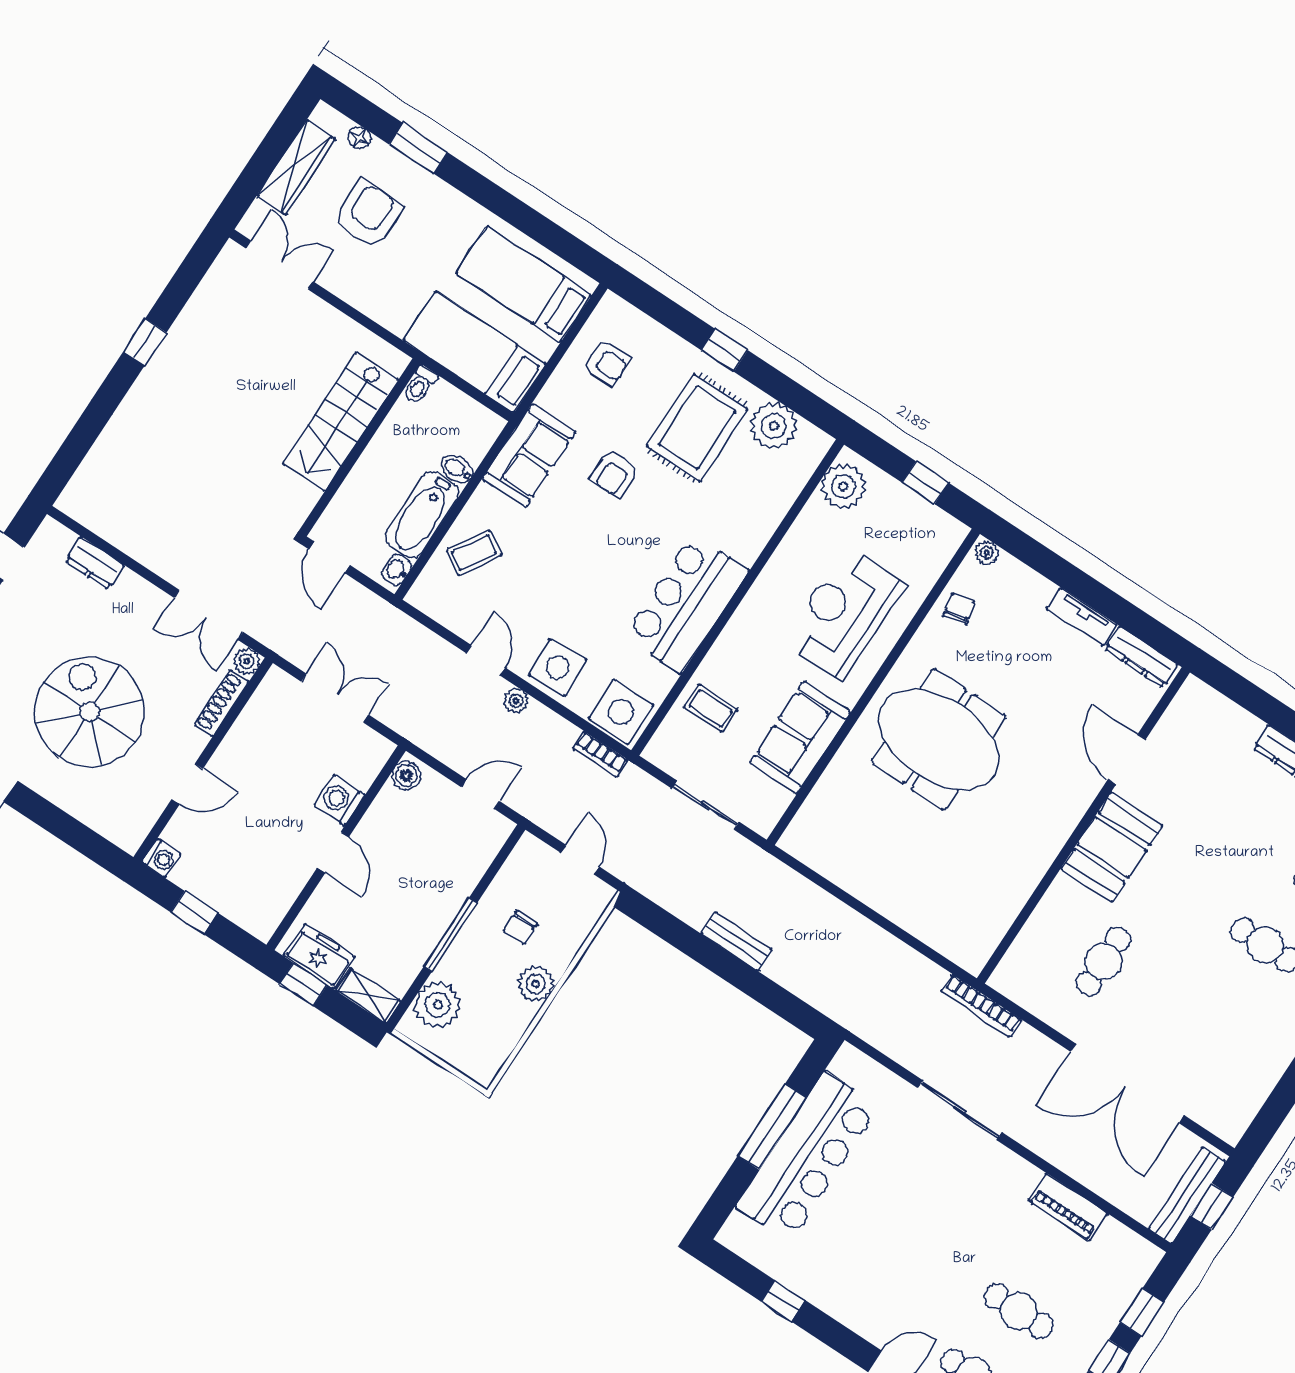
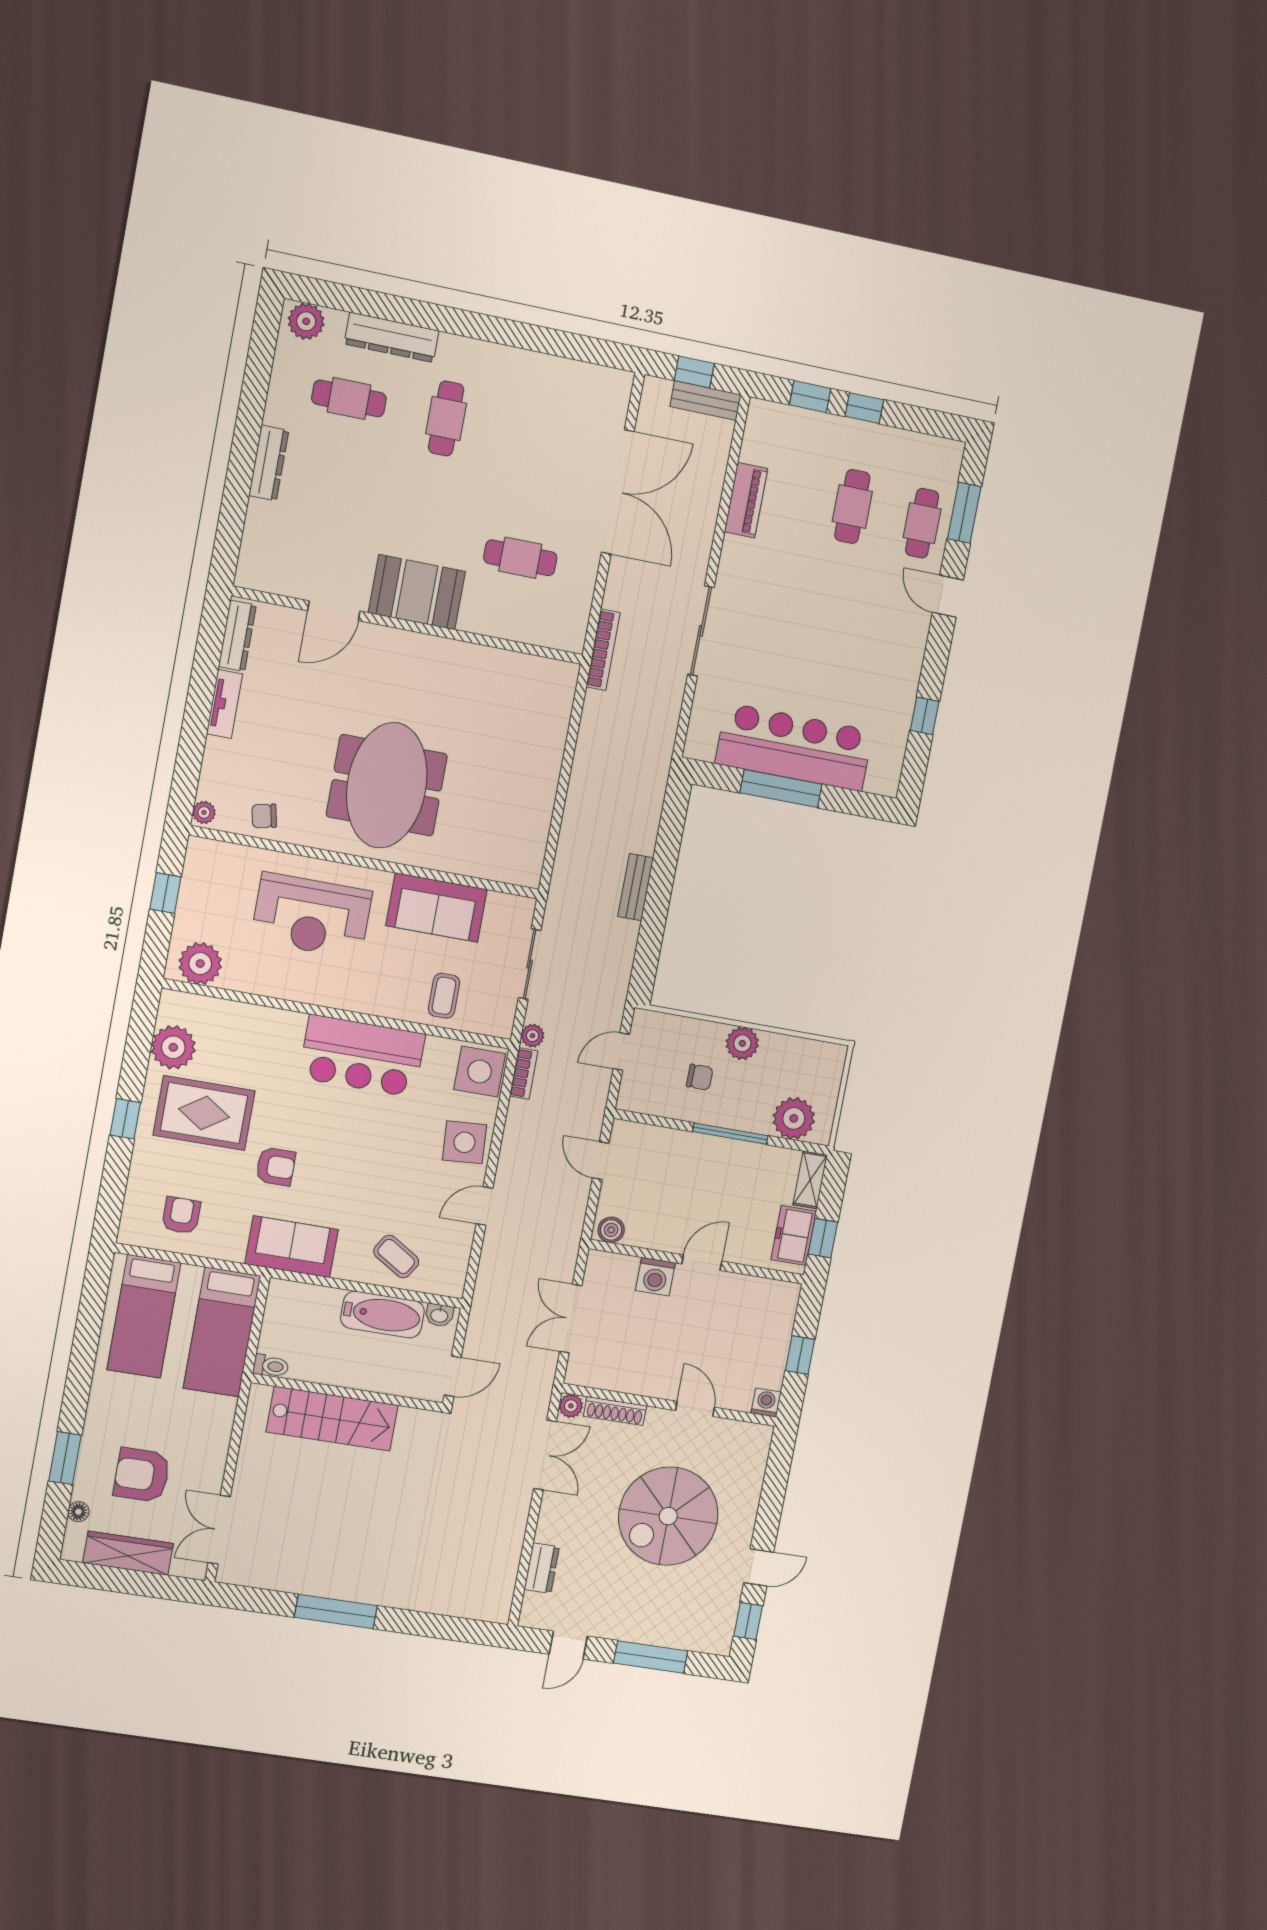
window: (145, 342) -> (336, 1611), width x2.17
bidet: (457, 469) -> (330, 1303), removed
plant: (516, 701) -> (533, 1036), moved
bench: (1187, 1195) -> (706, 401), width x0.73

